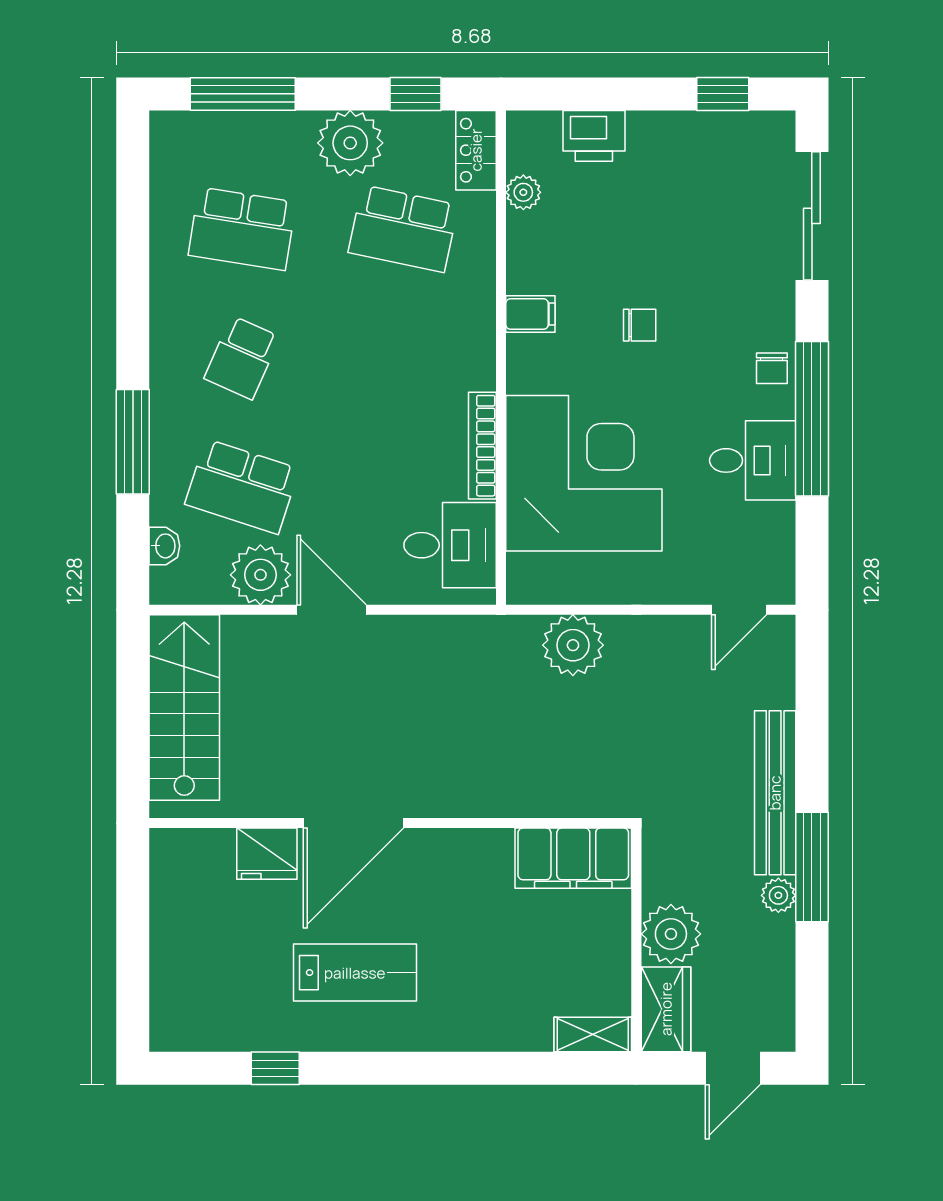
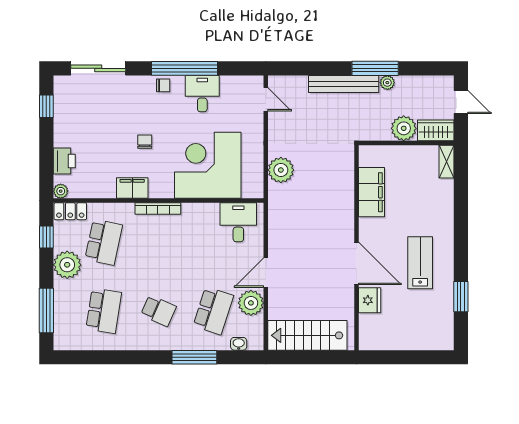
plant: (523, 192) -> (61, 191), moved
filing cabinet: (530, 314) -> (132, 188), width x2.00
bookcase: (482, 446) -> (158, 209), moved
filing cabinet: (573, 858) -> (371, 192), moved
window: (275, 1068) -> (461, 297), width x1.50

